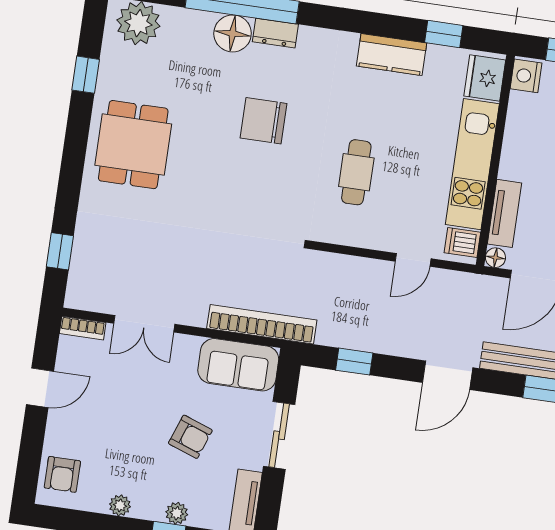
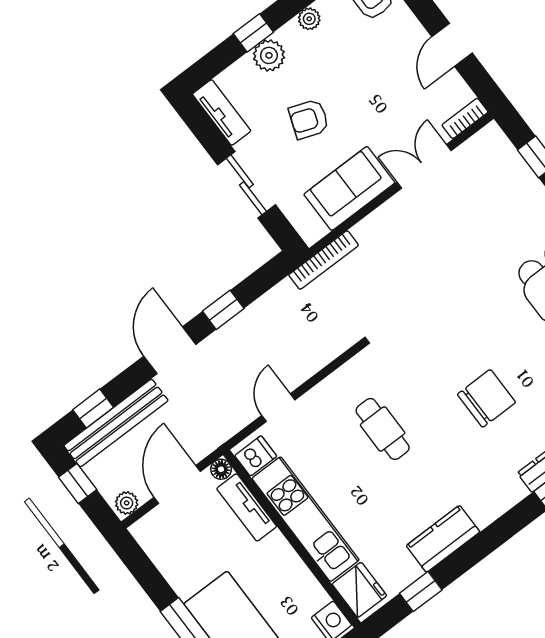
bookcase: (262, 324) -> (324, 260), width x0.68, depth x0.76
window: (354, 362) -> (223, 310), moved
sofa: (238, 365) -> (349, 188), moved
plant: (177, 513) -> (269, 55), width x1.38, depth x1.38

